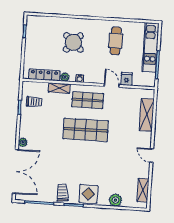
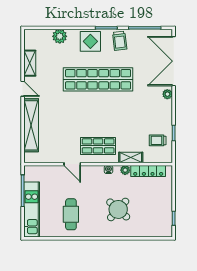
fridge: (127, 79) -> (56, 172), removed
shelving: (147, 115) -> (31, 125), width x1.47
shop shelf: (86, 130) -> (98, 79), moved, width x1.40
shelving: (143, 190) -> (30, 63), moved

